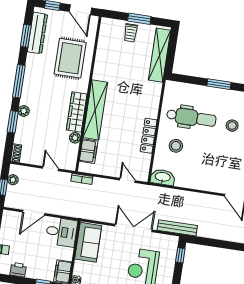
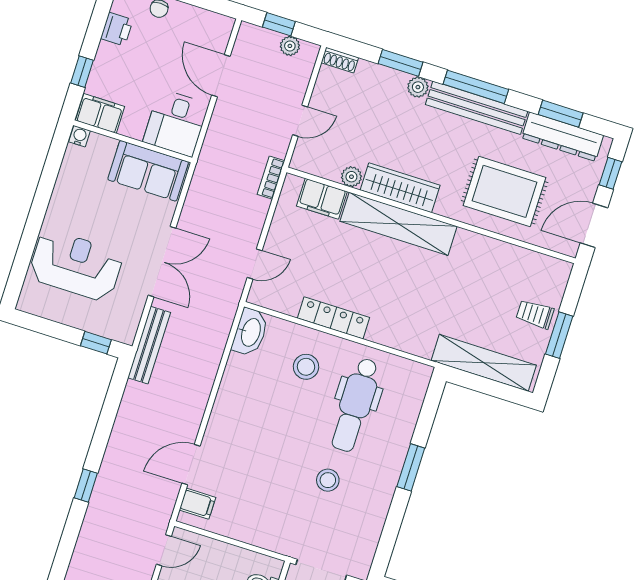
bench: (30, 79) -> (477, 108), added

